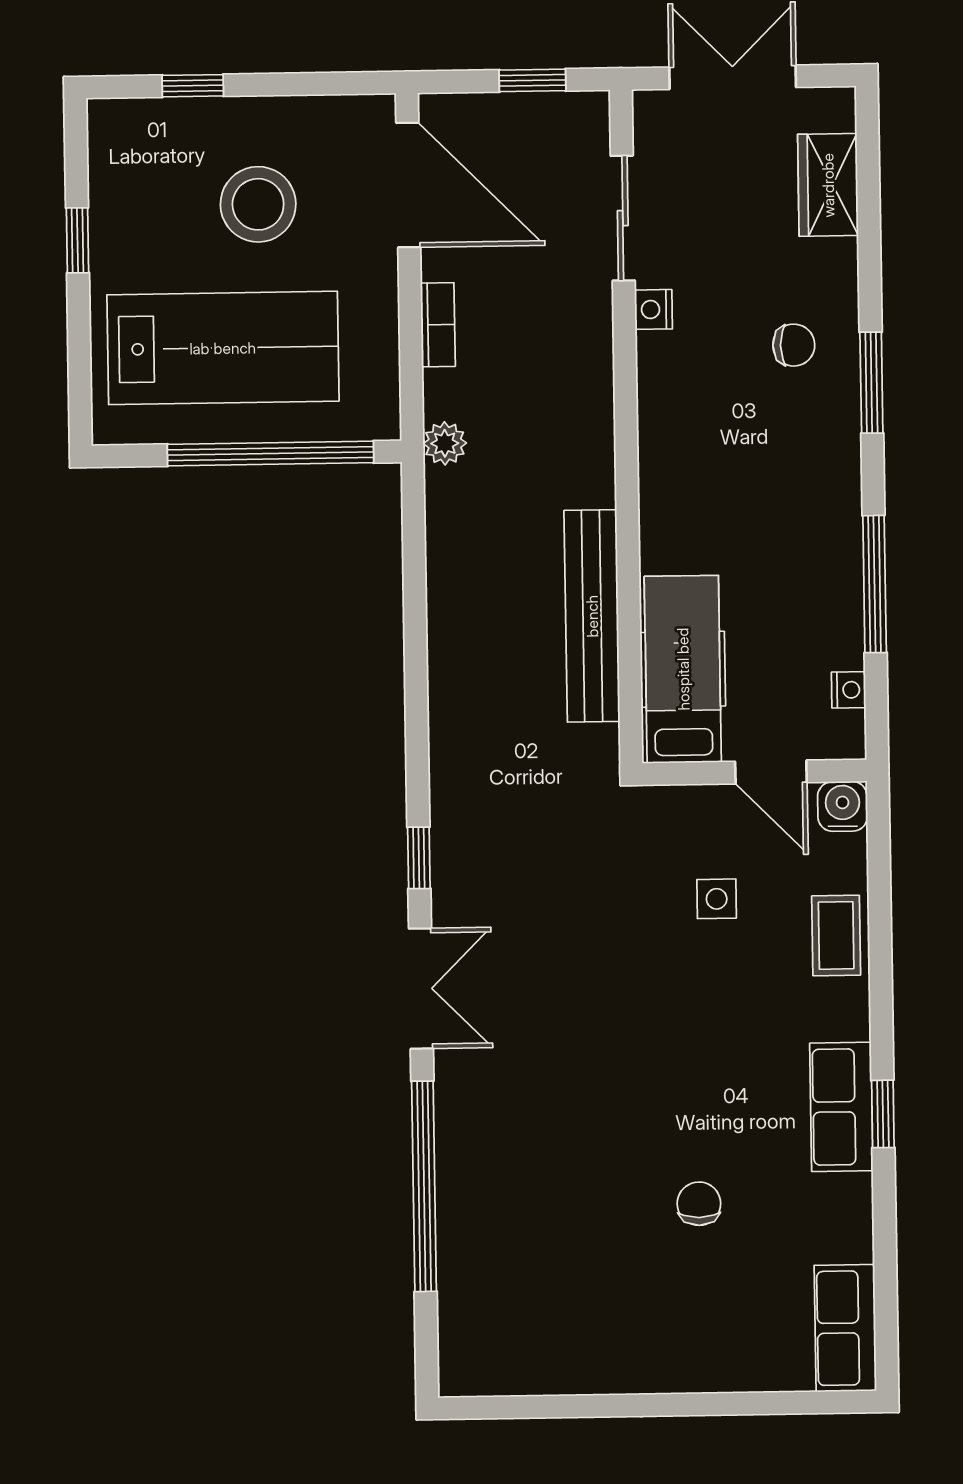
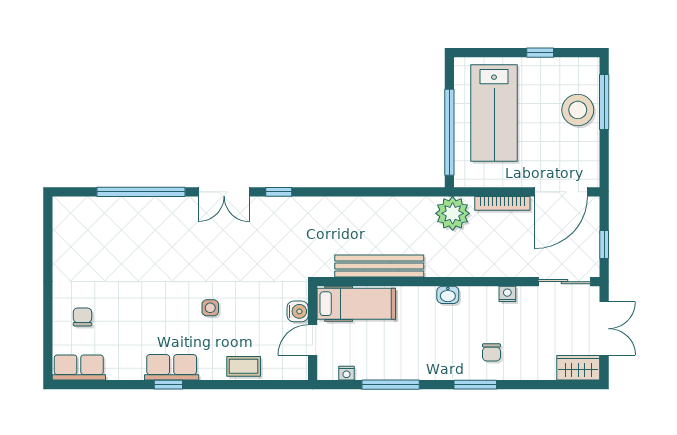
window: (193, 86) -> (604, 102), width x2.17
wardrobe: (828, 185) -> (578, 368), moved
stool: (258, 204) -> (578, 110), moved
sliding door: (623, 218) -> (564, 282), moved
bookcase: (438, 325) -> (502, 203), width x1.56
plant: (445, 443) -> (453, 213), width x1.87, depth x1.87
washbasin: (658, 451) -> (448, 295), added
water cooler: (843, 806) -> (298, 311), moved
side table: (717, 899) -> (210, 308), moved
chair: (699, 1204) -> (82, 317), moved, turned -90

